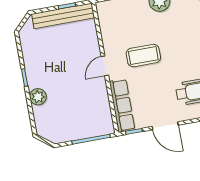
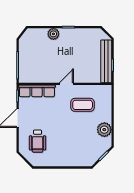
coffee table: (143, 56) -> (83, 105), moved, turned 90
door: (105, 66) -> (66, 84), hinge flipped

